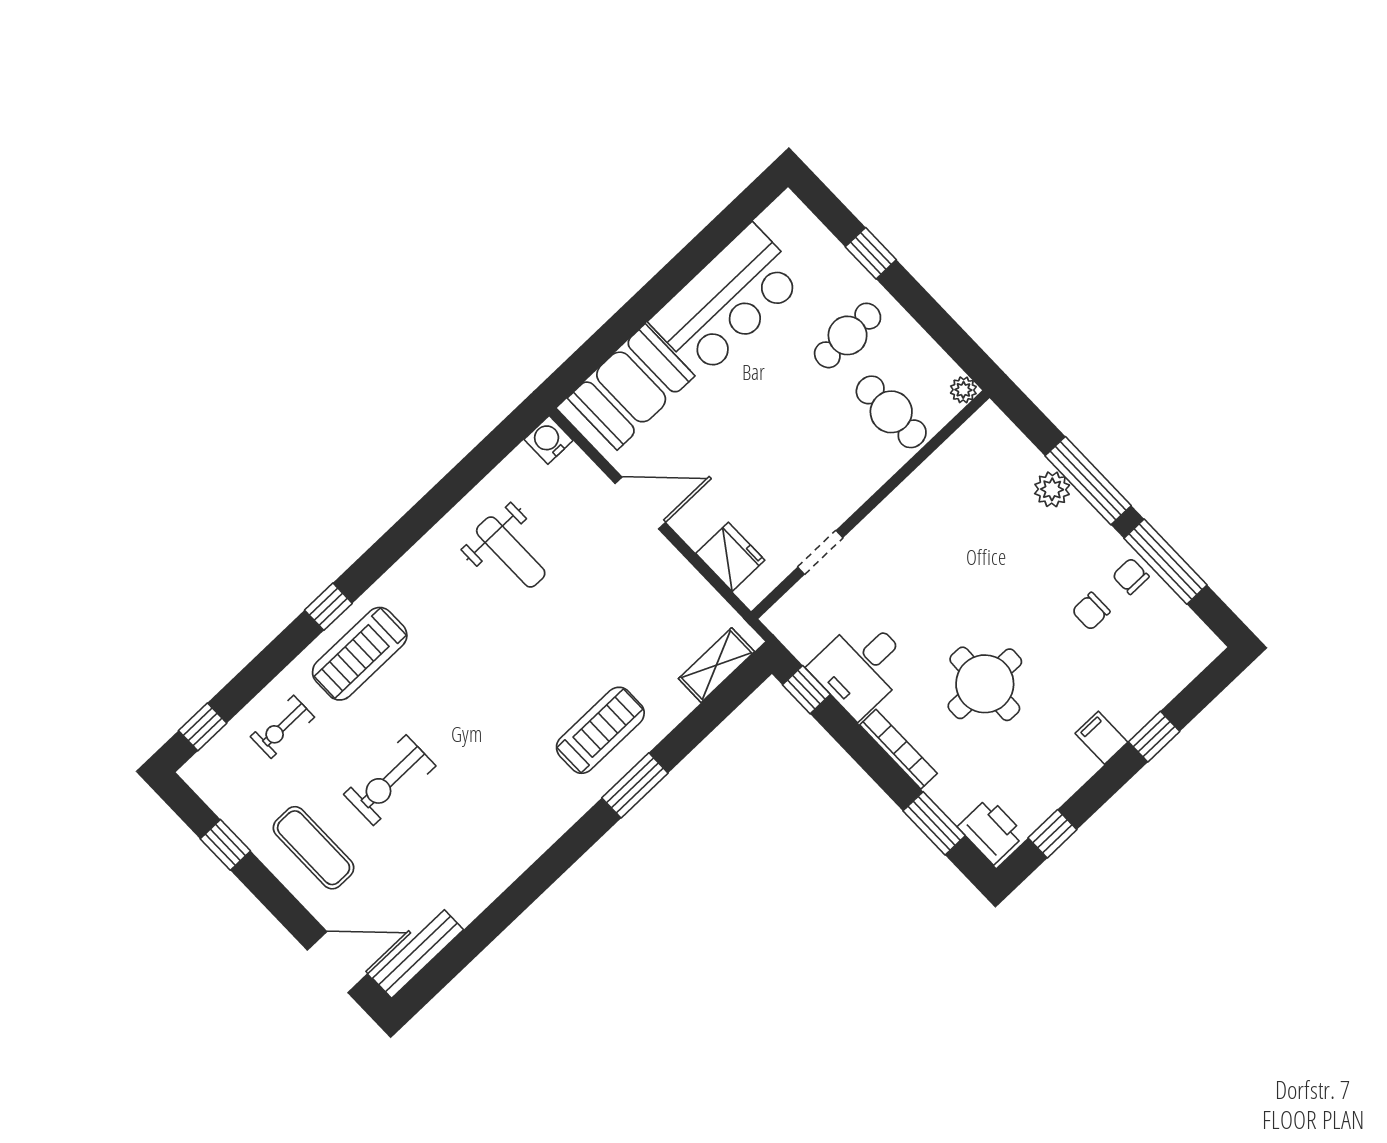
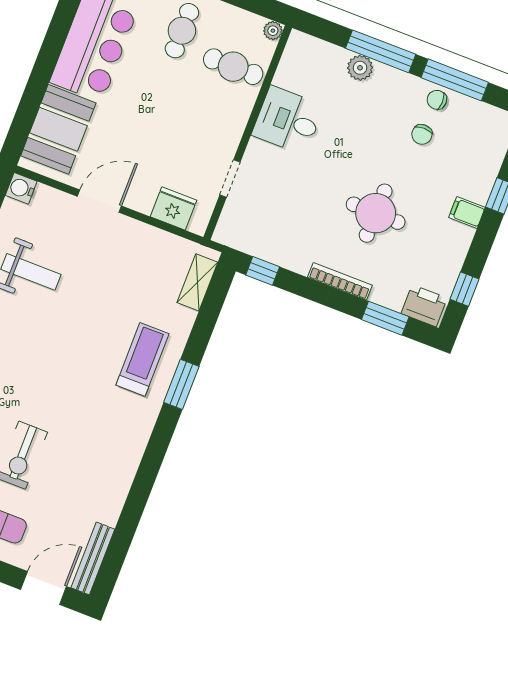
desk: (861, 667) -> (288, 120), moved, turned 90

